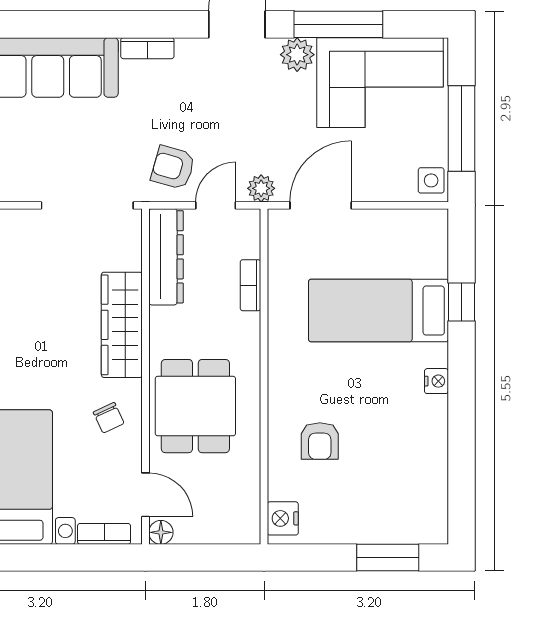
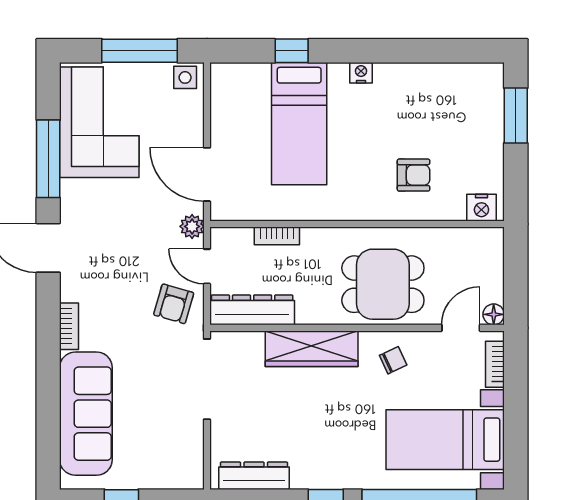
plant: (297, 55) -> (75, 195), removed

